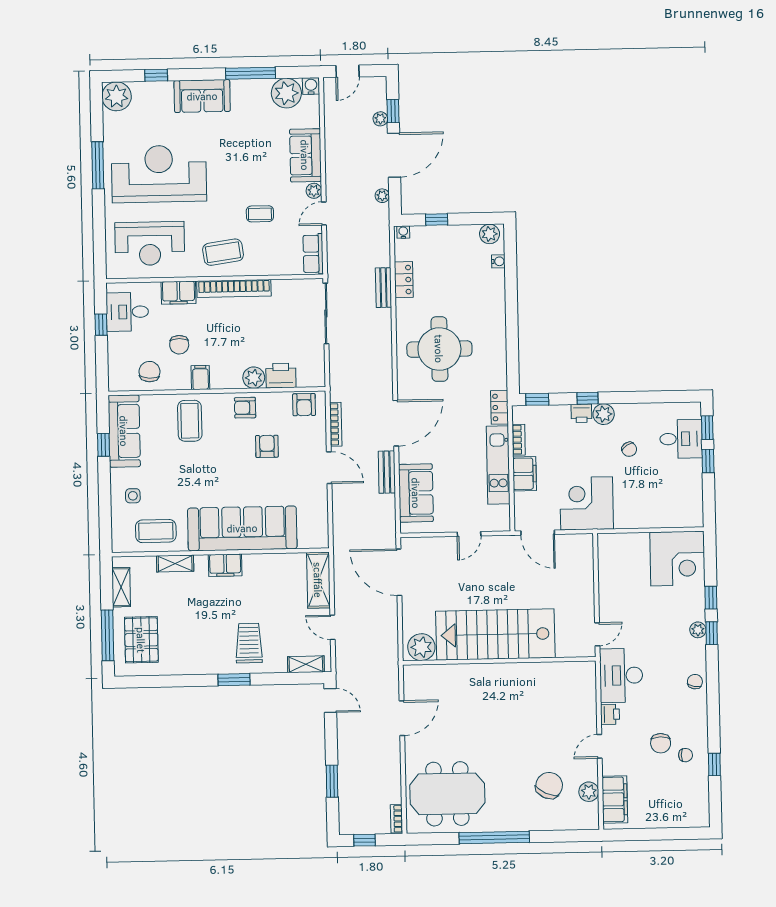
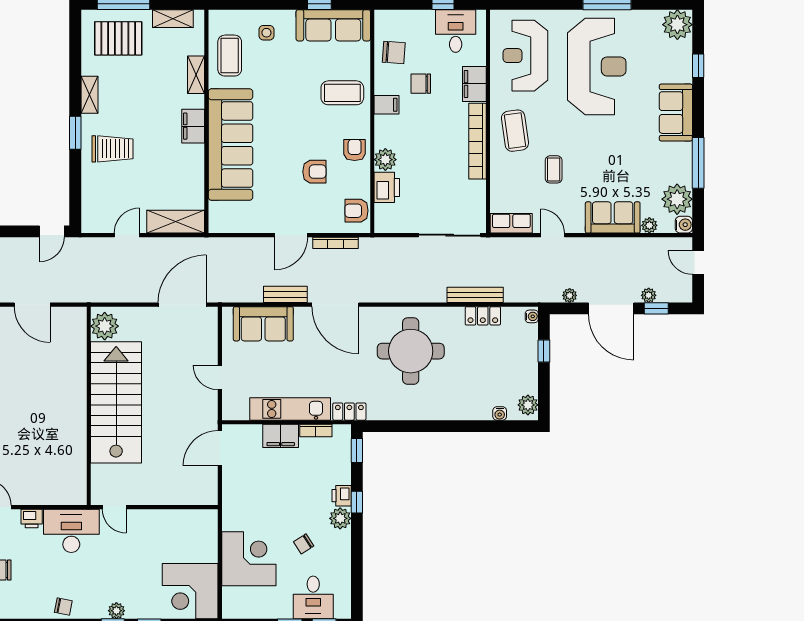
plant: (314, 191) -> (649, 225), moved
bench: (383, 288) -> (475, 295), width x1.36
corner desk: (587, 503) -> (249, 559), moved
shelving: (306, 664) -> (89, 95), moved

